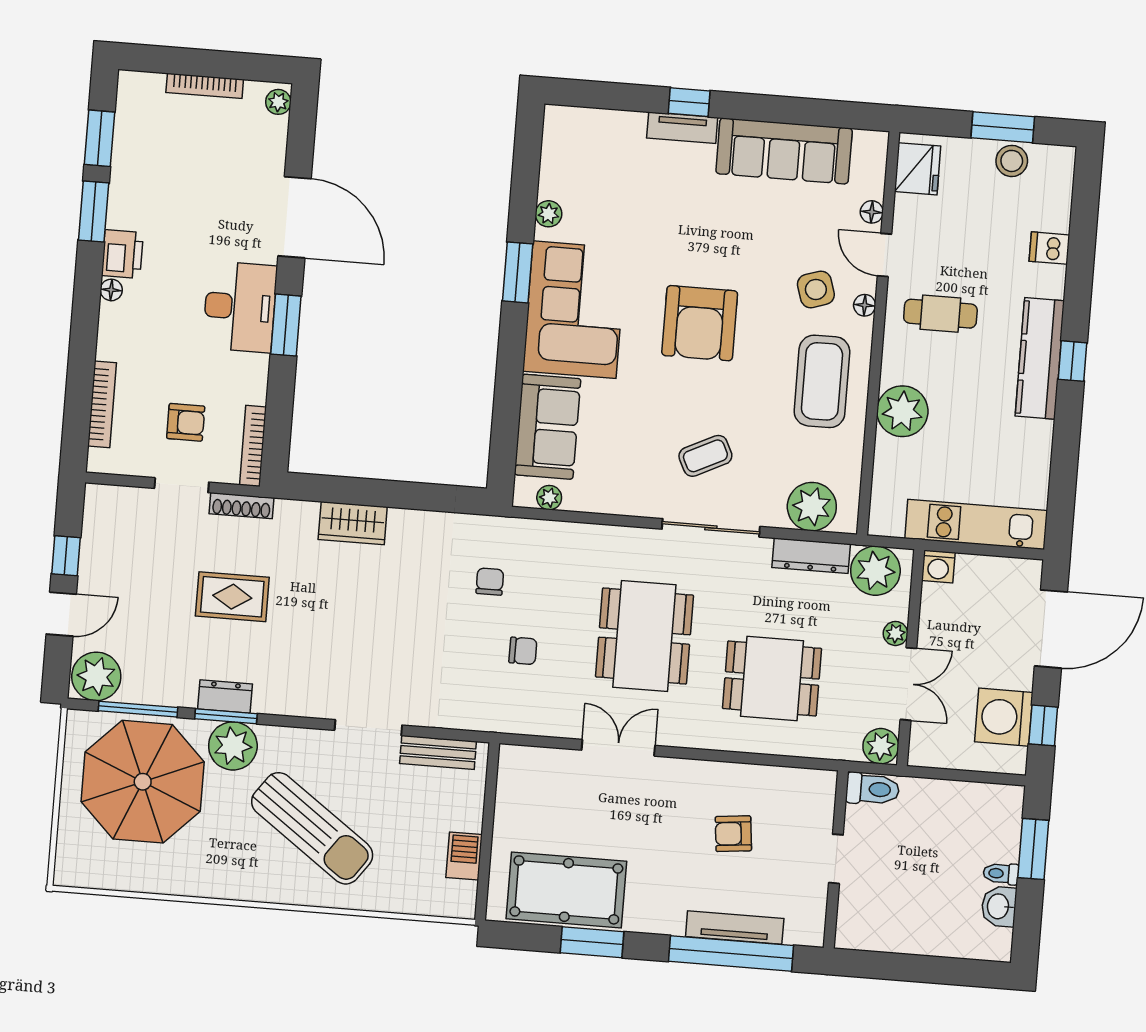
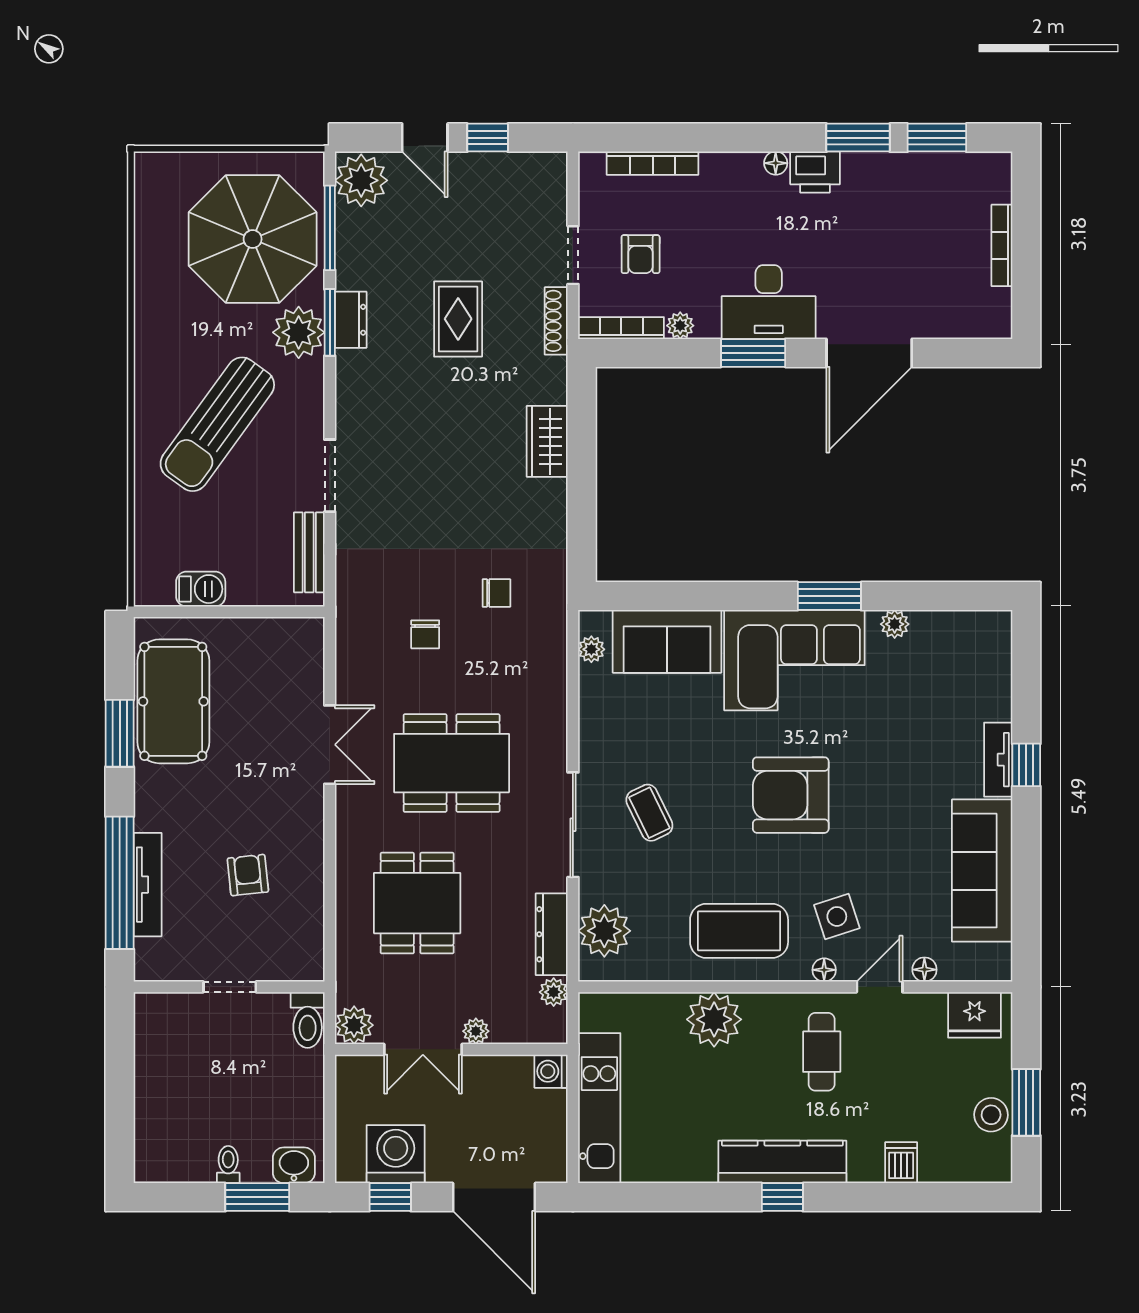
plant: (278, 102) -> (680, 326), moved
plant: (875, 571) -> (554, 992), width x0.53, depth x0.53
washbasin: (999, 906) -> (294, 1165), moved

